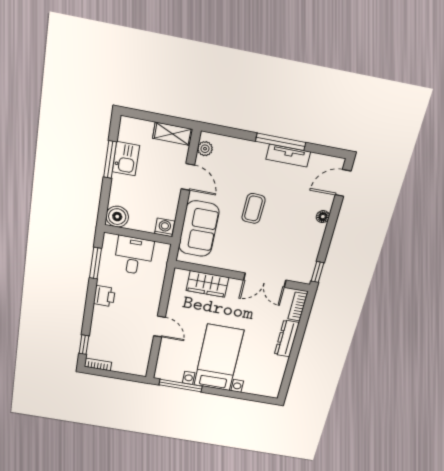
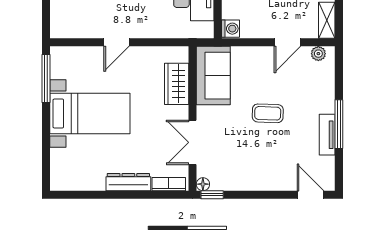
floor lamp: (323, 217) -> (203, 184), moved
sofa: (199, 229) -> (213, 76), moved, turned -90

